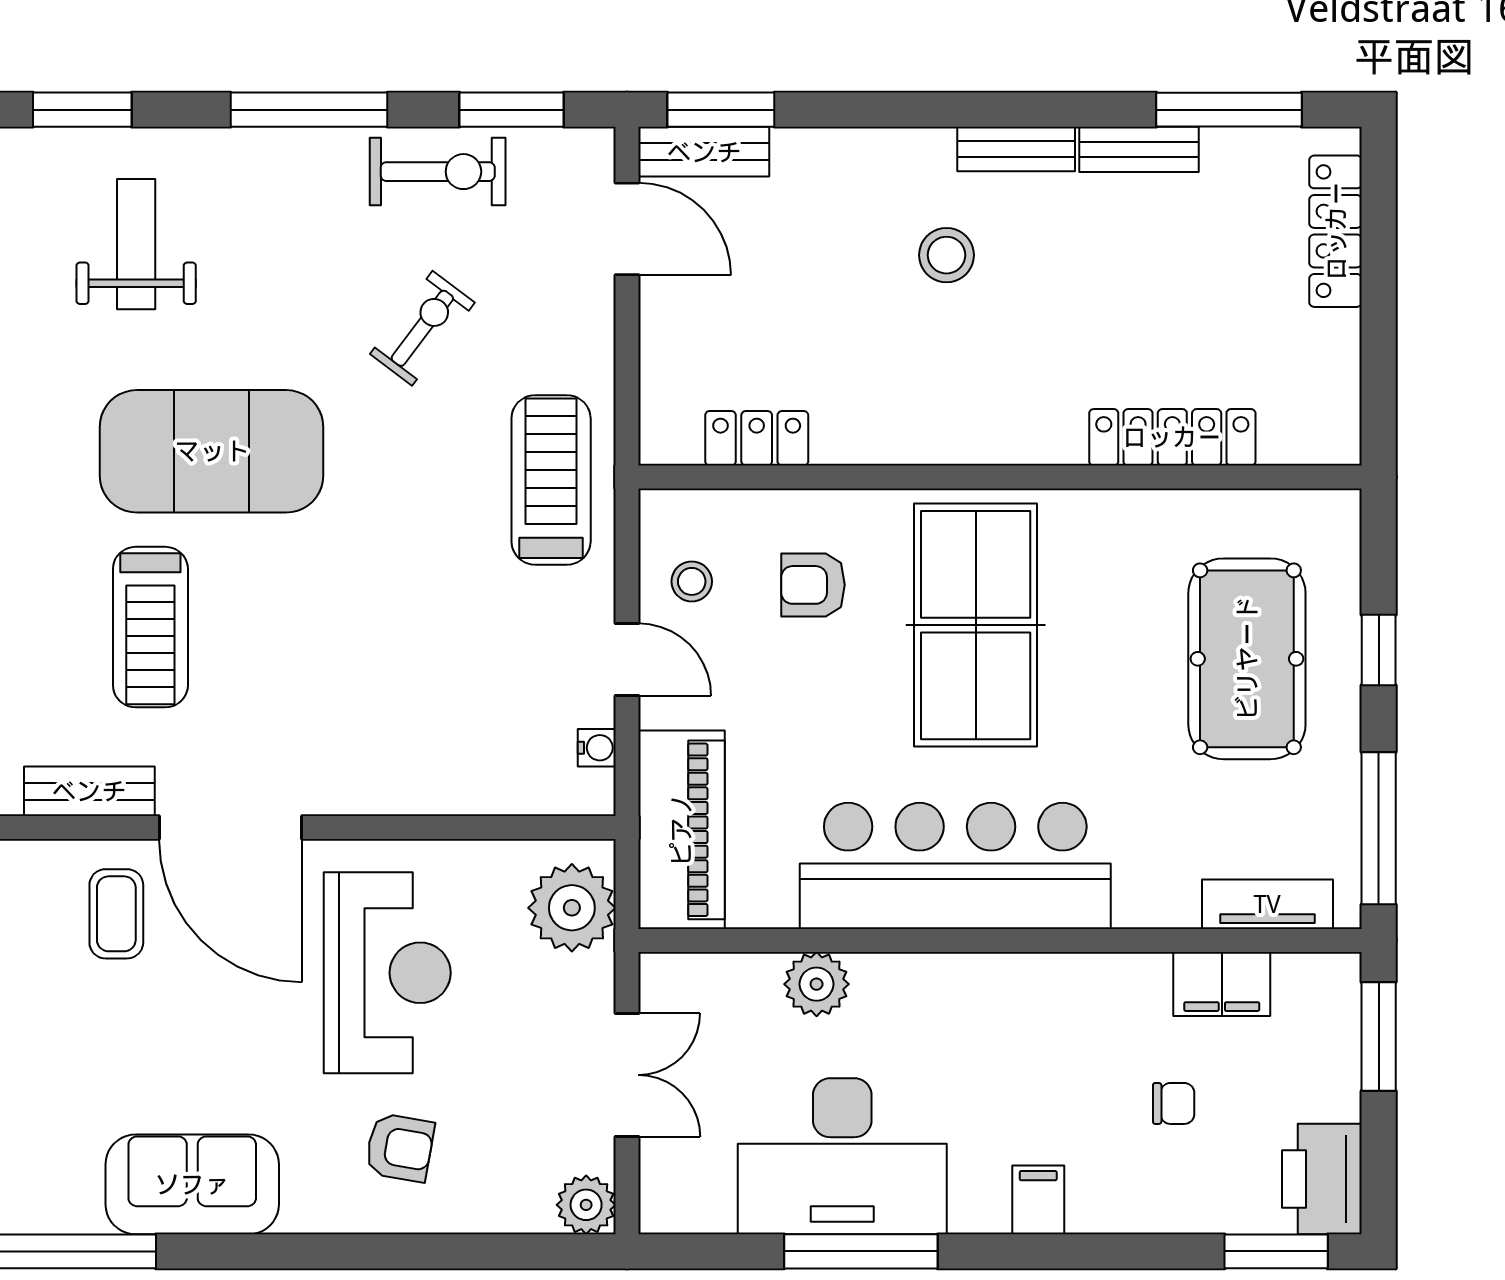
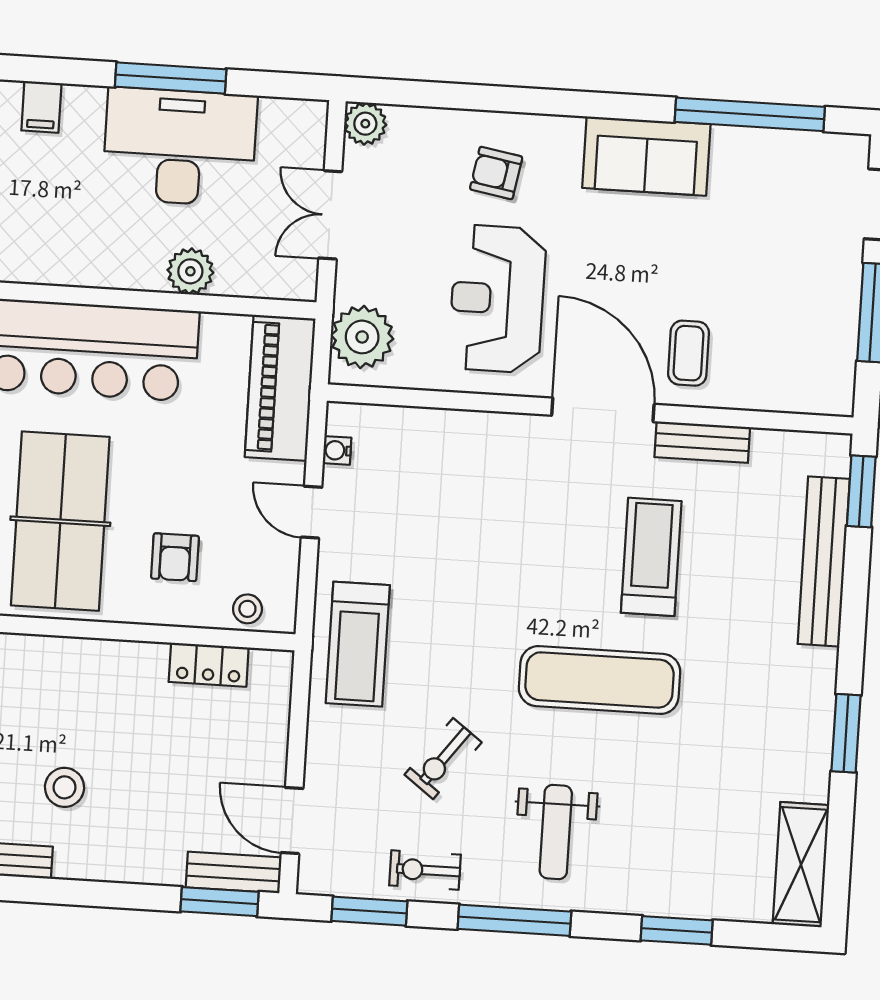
exercise bike: (438, 172) -> (425, 870), width x0.73, depth x0.72
weight bench: (136, 244) -> (556, 832), moved
exercise mat: (212, 451) -> (600, 680), width x0.68
stool: (692, 581) -> (247, 609), moved
armchair: (813, 585) -> (175, 557), turned 90

